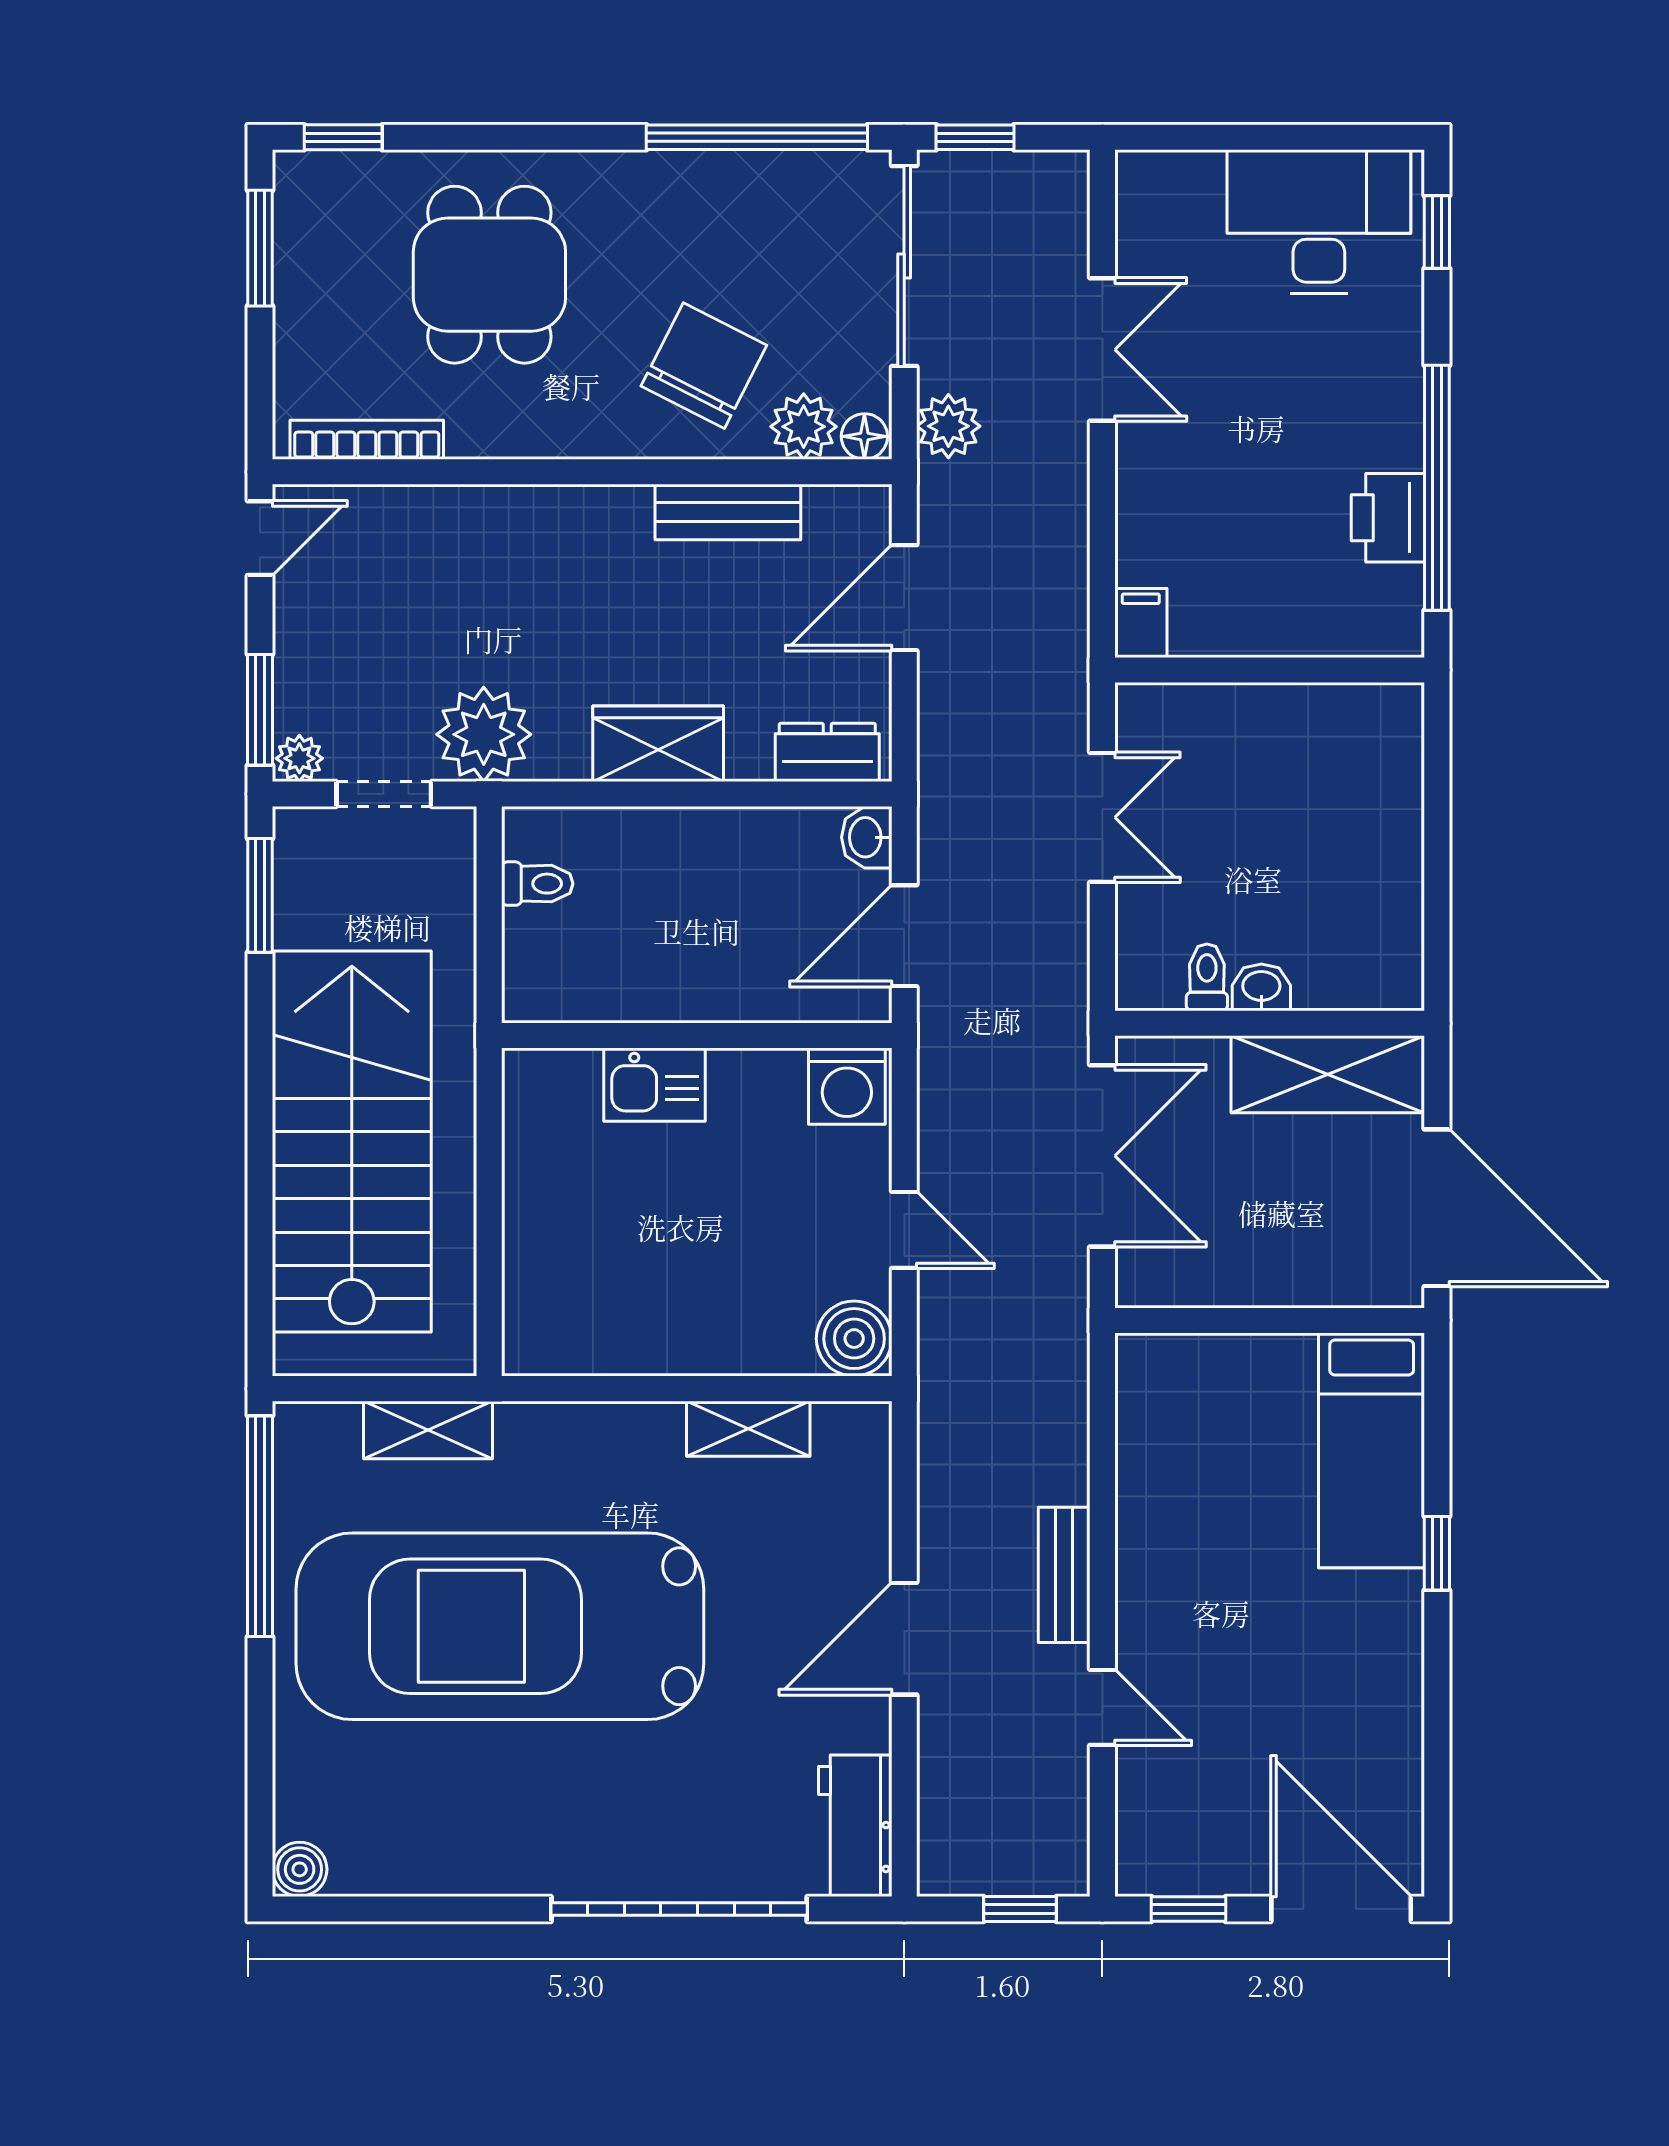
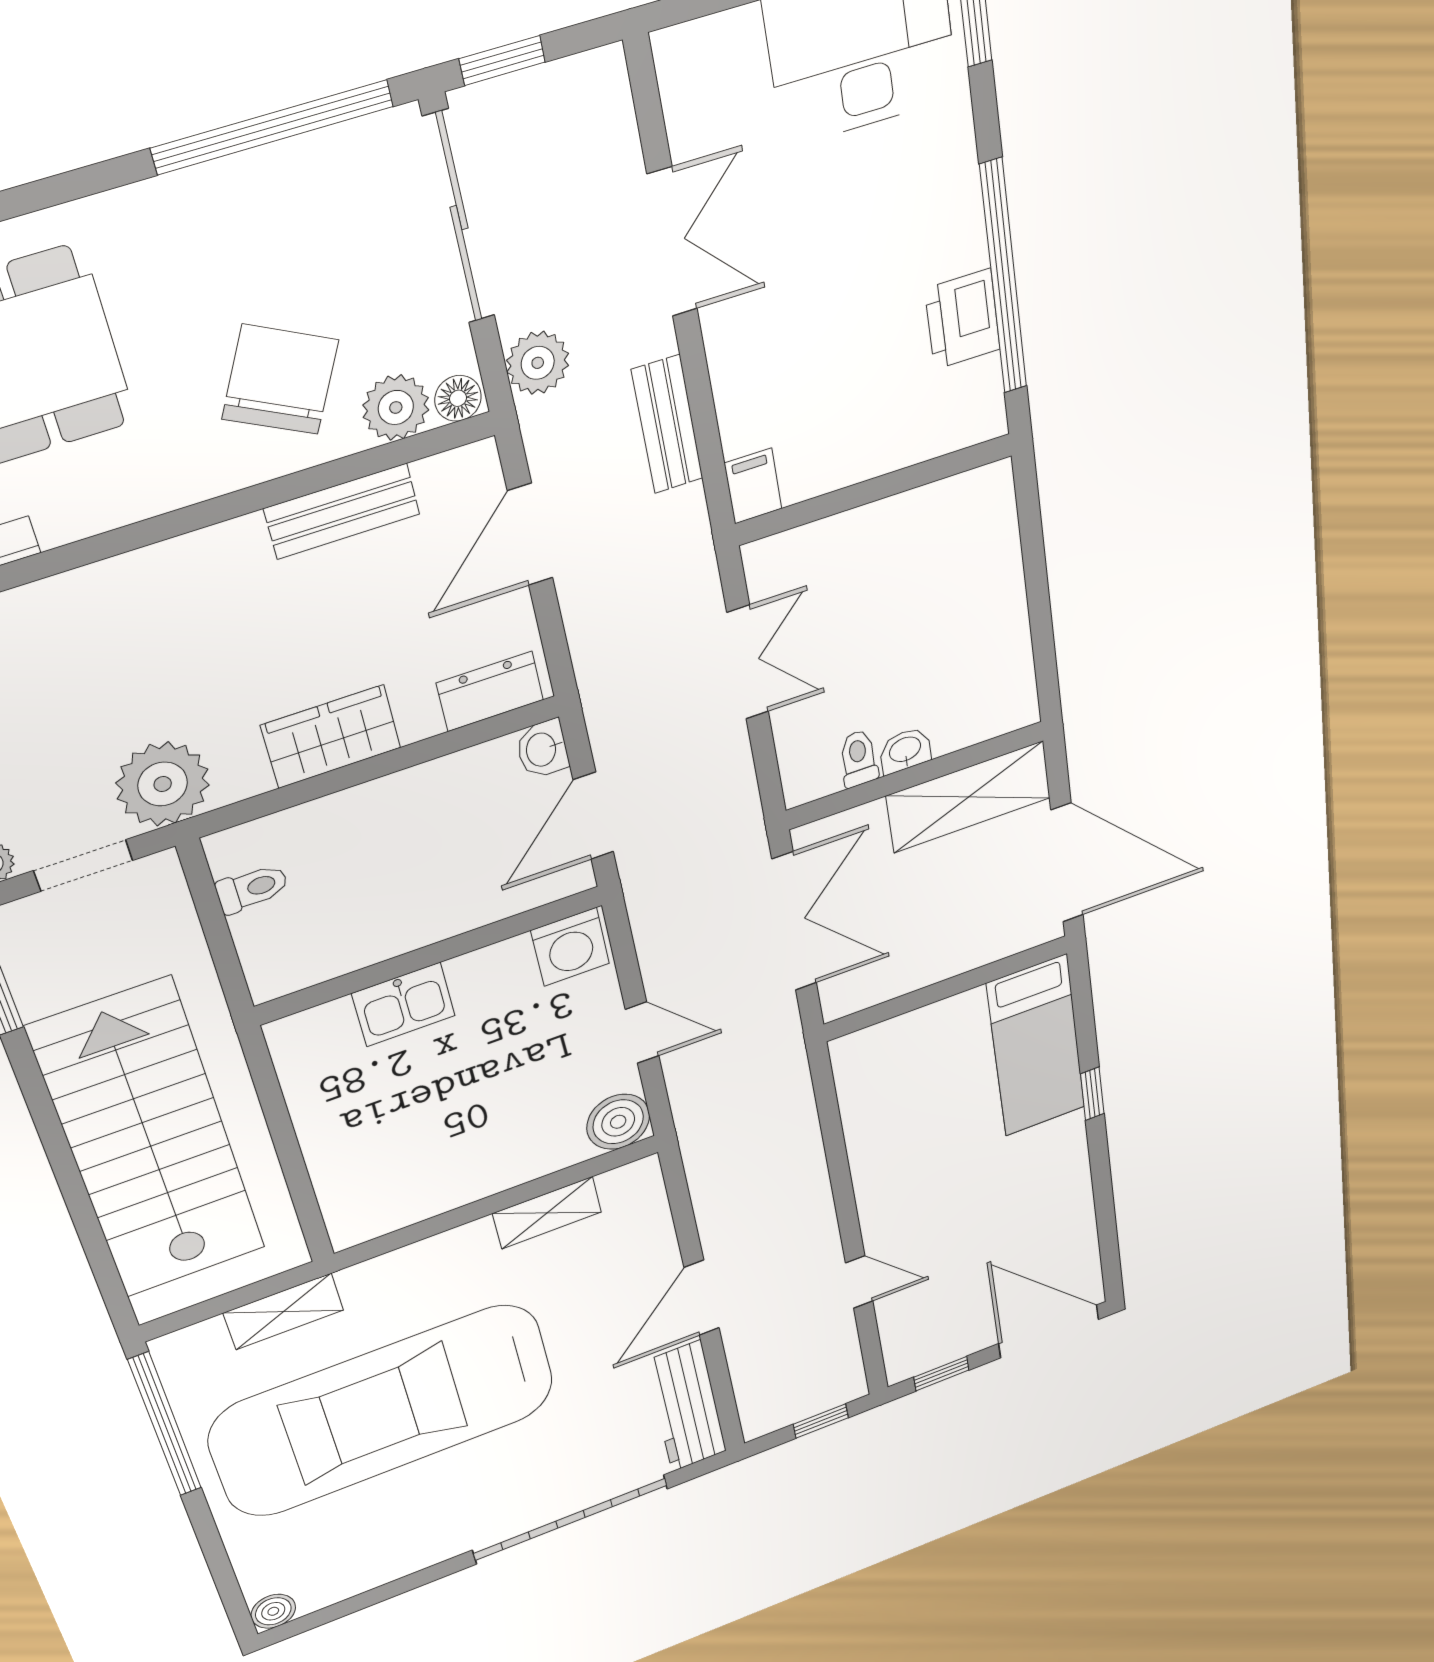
bench: (1064, 1575) -> (667, 424), moved
workbench: (855, 1826) -> (686, 1406), width x1.38

